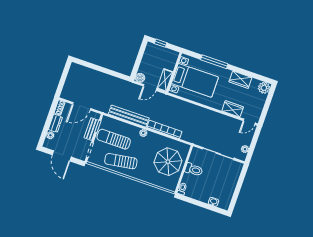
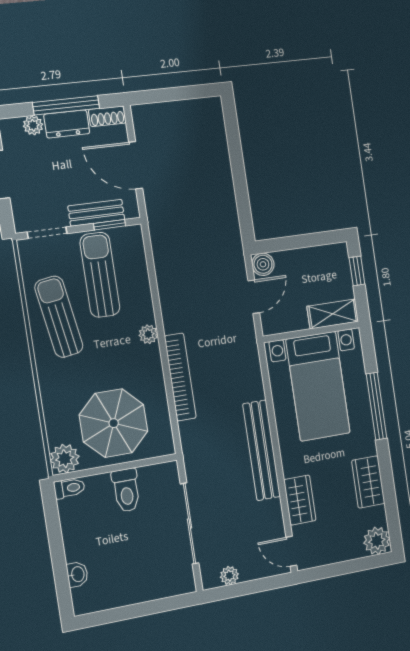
shelving: (165, 80) -> (333, 314), moved
door: (150, 87) -> (254, 297), swing flipped
bench: (129, 116) -> (262, 450), moved
window: (49, 120) -> (66, 105), added
plant: (171, 185) -> (65, 459), added

